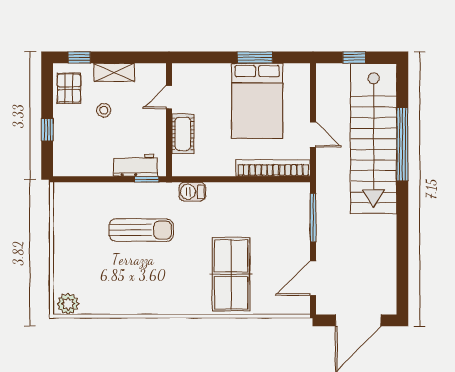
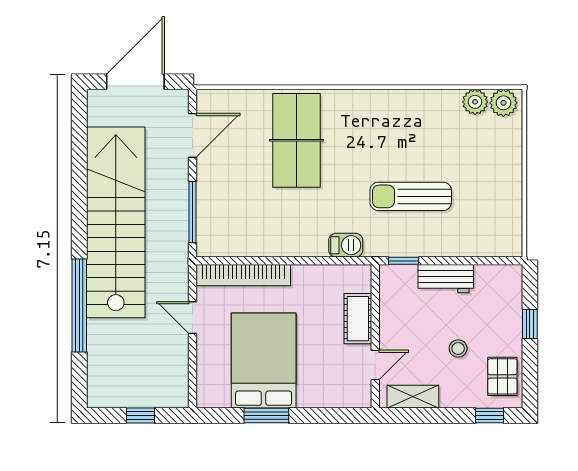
shelving: (114, 72) -> (413, 397), moved
stairs: (374, 138) -> (116, 222), moved
workbench: (135, 165) -> (446, 279), moved
plant: (90, 305) -> (475, 102), added

